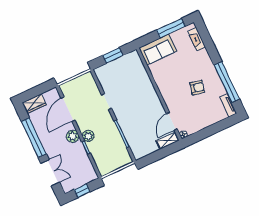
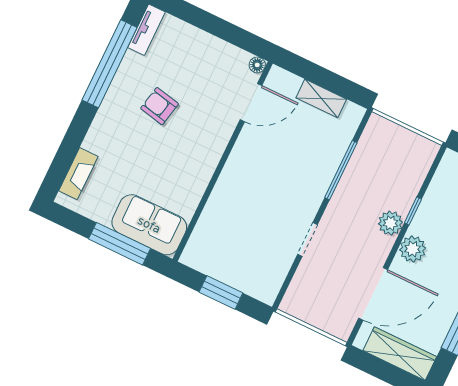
window: (171, 28) -> (120, 244), moved
wardrobe: (34, 104) -> (400, 354), width x1.50
shelving: (168, 141) -> (321, 98), moved

